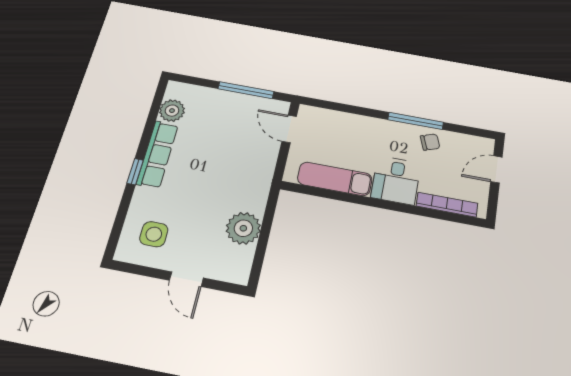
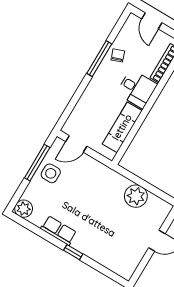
plant: (172, 111) -> (24, 209), moved
row of seats: (157, 154) -> (59, 231), width x0.68
side table: (154, 234) -> (51, 173), moved

